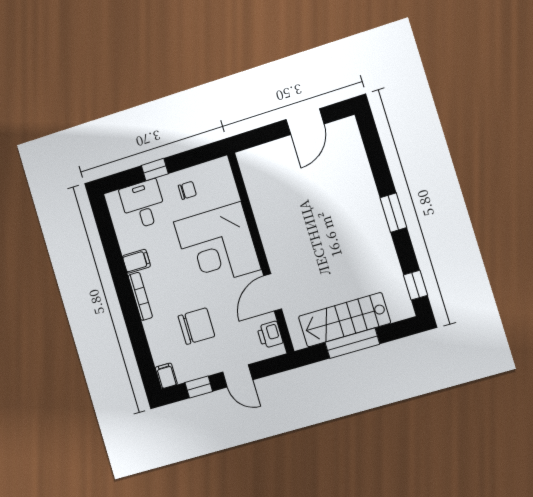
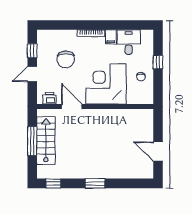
desk: (143, 204) -> (129, 42), moved, turned -90
filing cabinet: (166, 376) -> (43, 35), removed

